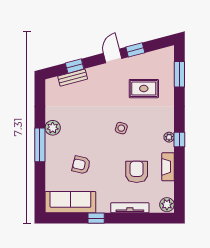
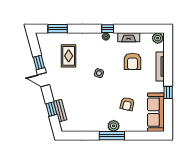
plant: (53, 128) -> (114, 126), moved
armchair: (137, 172) -> (133, 61), turned -90

